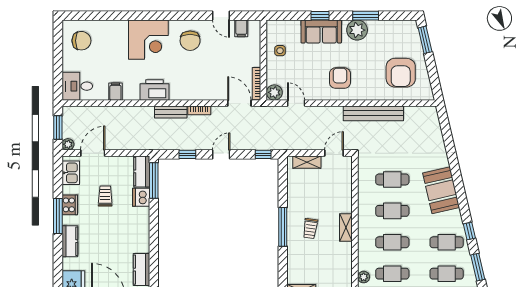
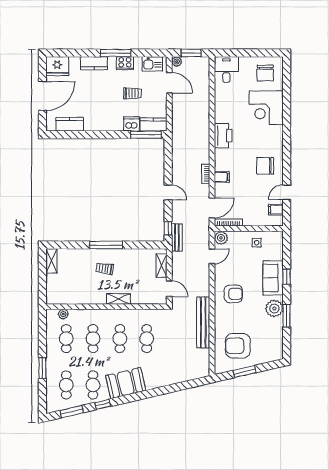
corner desk: (148, 40) -> (266, 108), moved
window: (425, 40) -> (245, 372), moved
filing cabinet: (115, 92) -> (222, 177), moved
bench: (171, 112) -> (177, 238), moved
window: (187, 154) -> (168, 164), removed
booth: (441, 190) -> (126, 383), moved
shelving: (346, 227) -> (118, 299), moved

